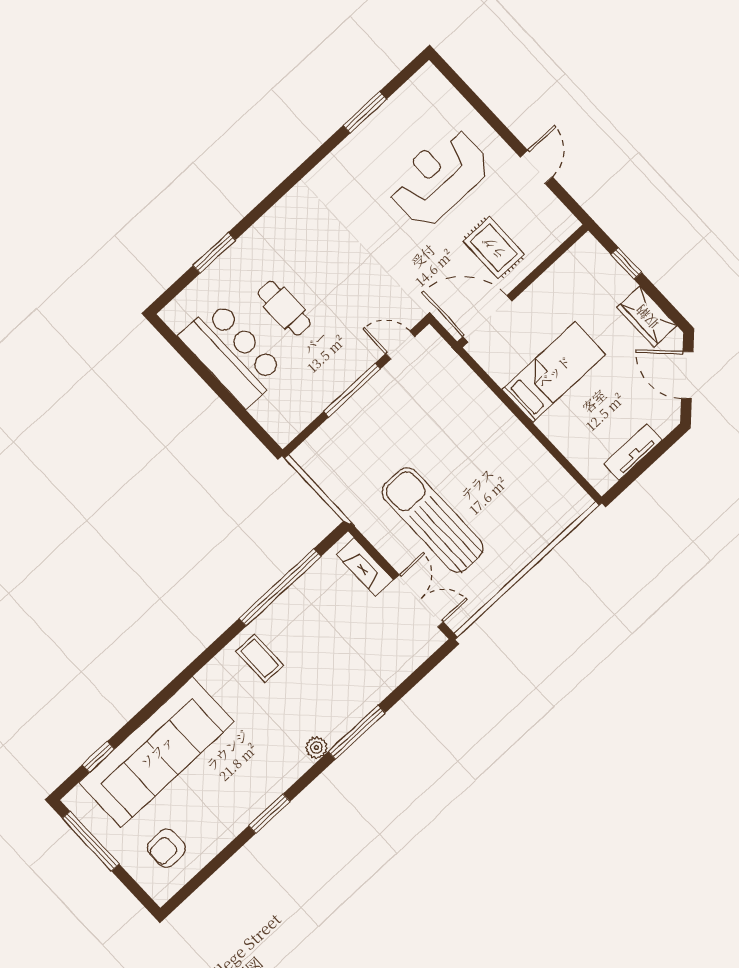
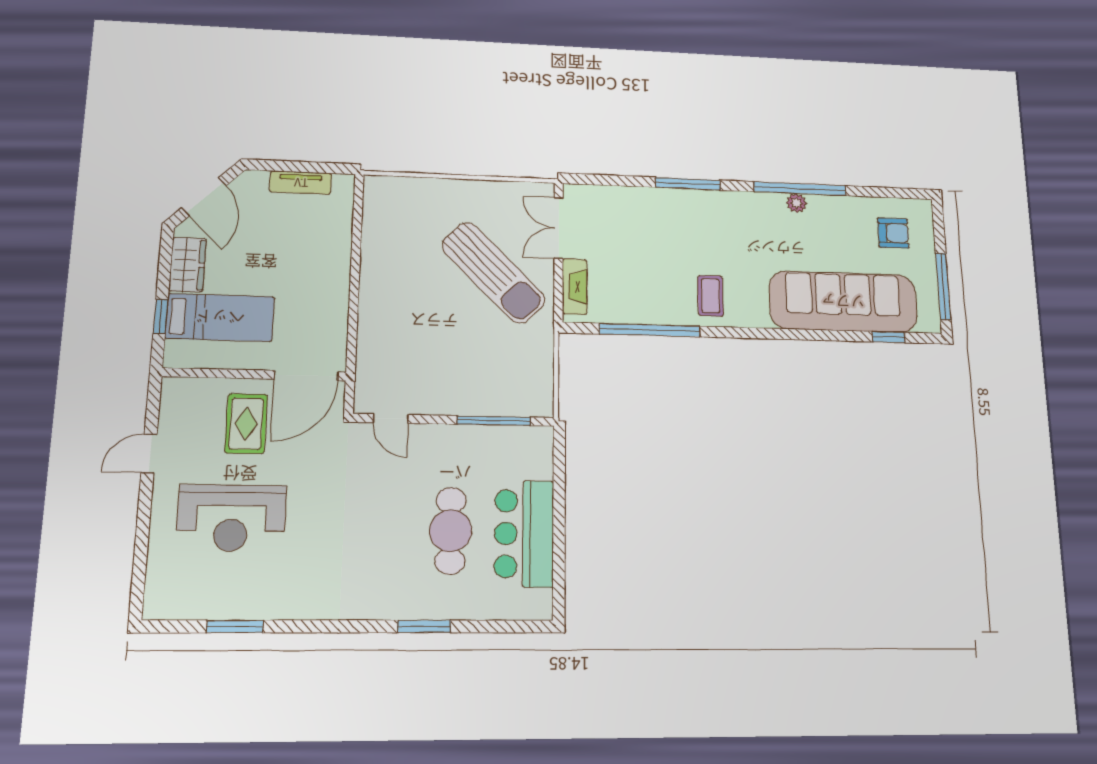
window: (214, 253) -> (424, 626), moved
cafe table: (284, 308) -> (451, 531), width x1.37, depth x1.35
door: (487, 319) -> (306, 376), hinge flipped
bed: (554, 372) -> (220, 318), moved, turned 180
window: (352, 390) -> (494, 421), moved
sun lounger: (432, 520) -> (493, 273), turned -45
plant: (316, 748) -> (797, 203), moved
window: (269, 814) -> (800, 189), width x2.11

